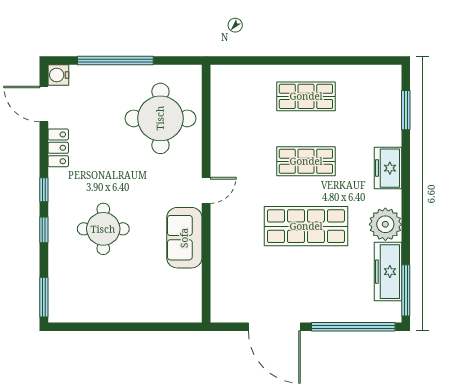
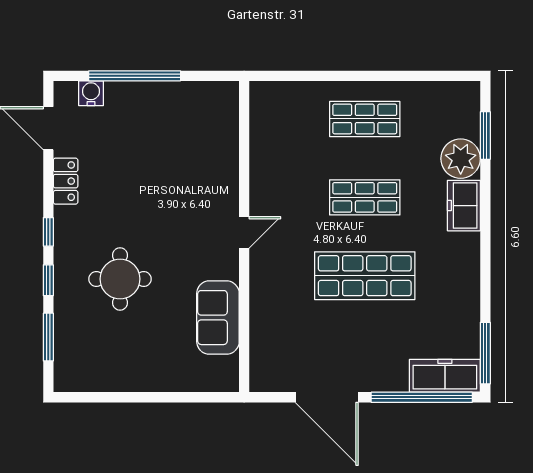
water cooler: (58, 75) -> (91, 93), moved, turned 90
round table: (160, 118) -> (189, 146), removed
plant: (385, 224) -> (461, 159), moved
sofa: (184, 238) -> (218, 318), moved
freezer: (388, 272) -> (445, 376), moved, turned 90
window: (44, 297) -> (48, 337), moved

